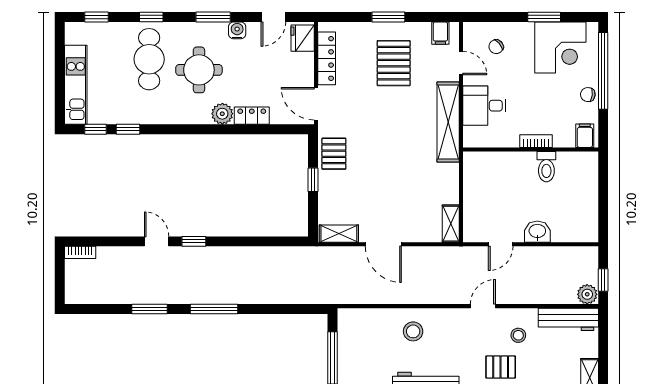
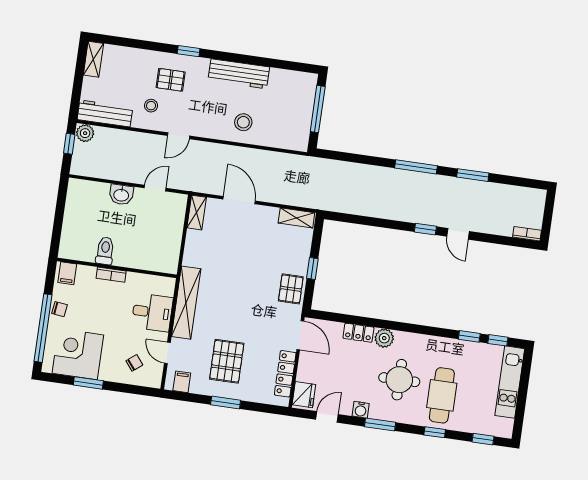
door: (383, 244) -> (239, 200), moved

